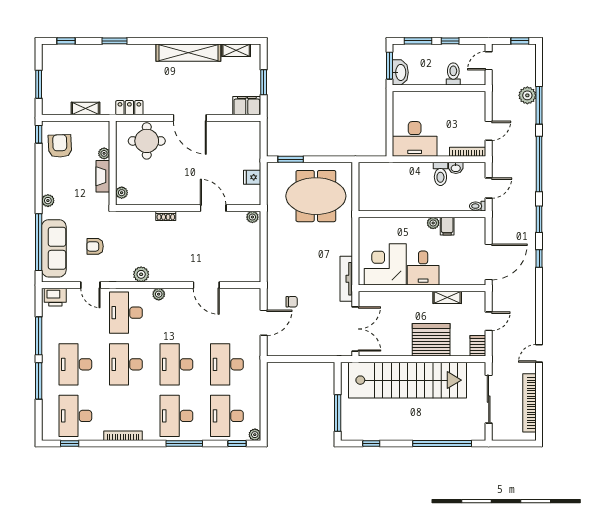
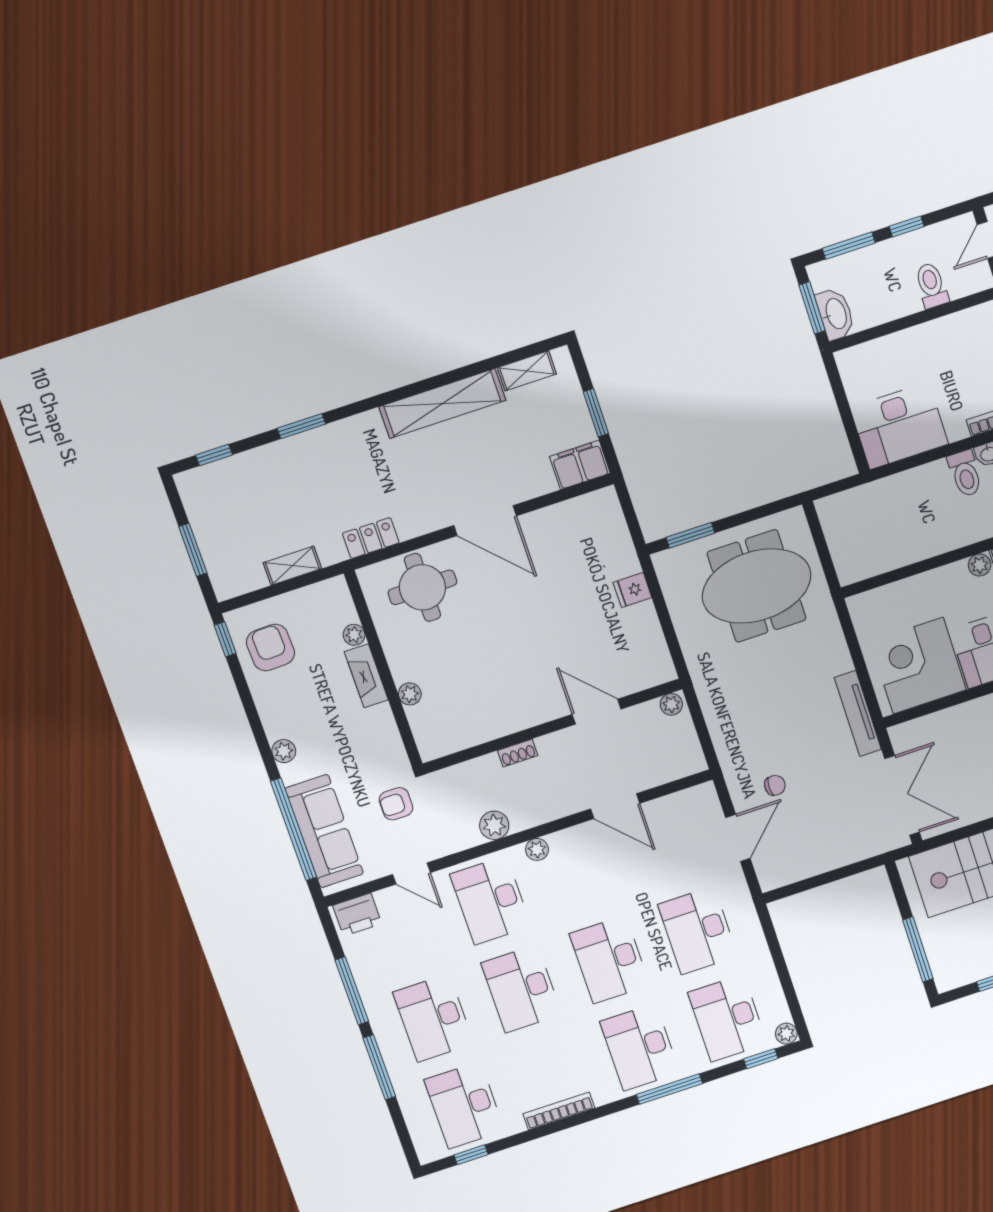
wall: (188, 208) -> (552, 726), moved
door: (213, 208) -> (597, 712), moved
shoe rack: (166, 216) -> (518, 753), moved
plant: (252, 217) -> (671, 704), moved

